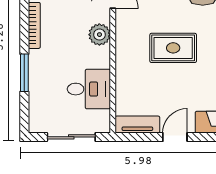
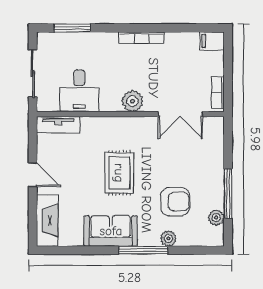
window: (24, 73) -> (72, 28), moved
tv unit: (137, 124) -> (58, 125), moved, turned 90

